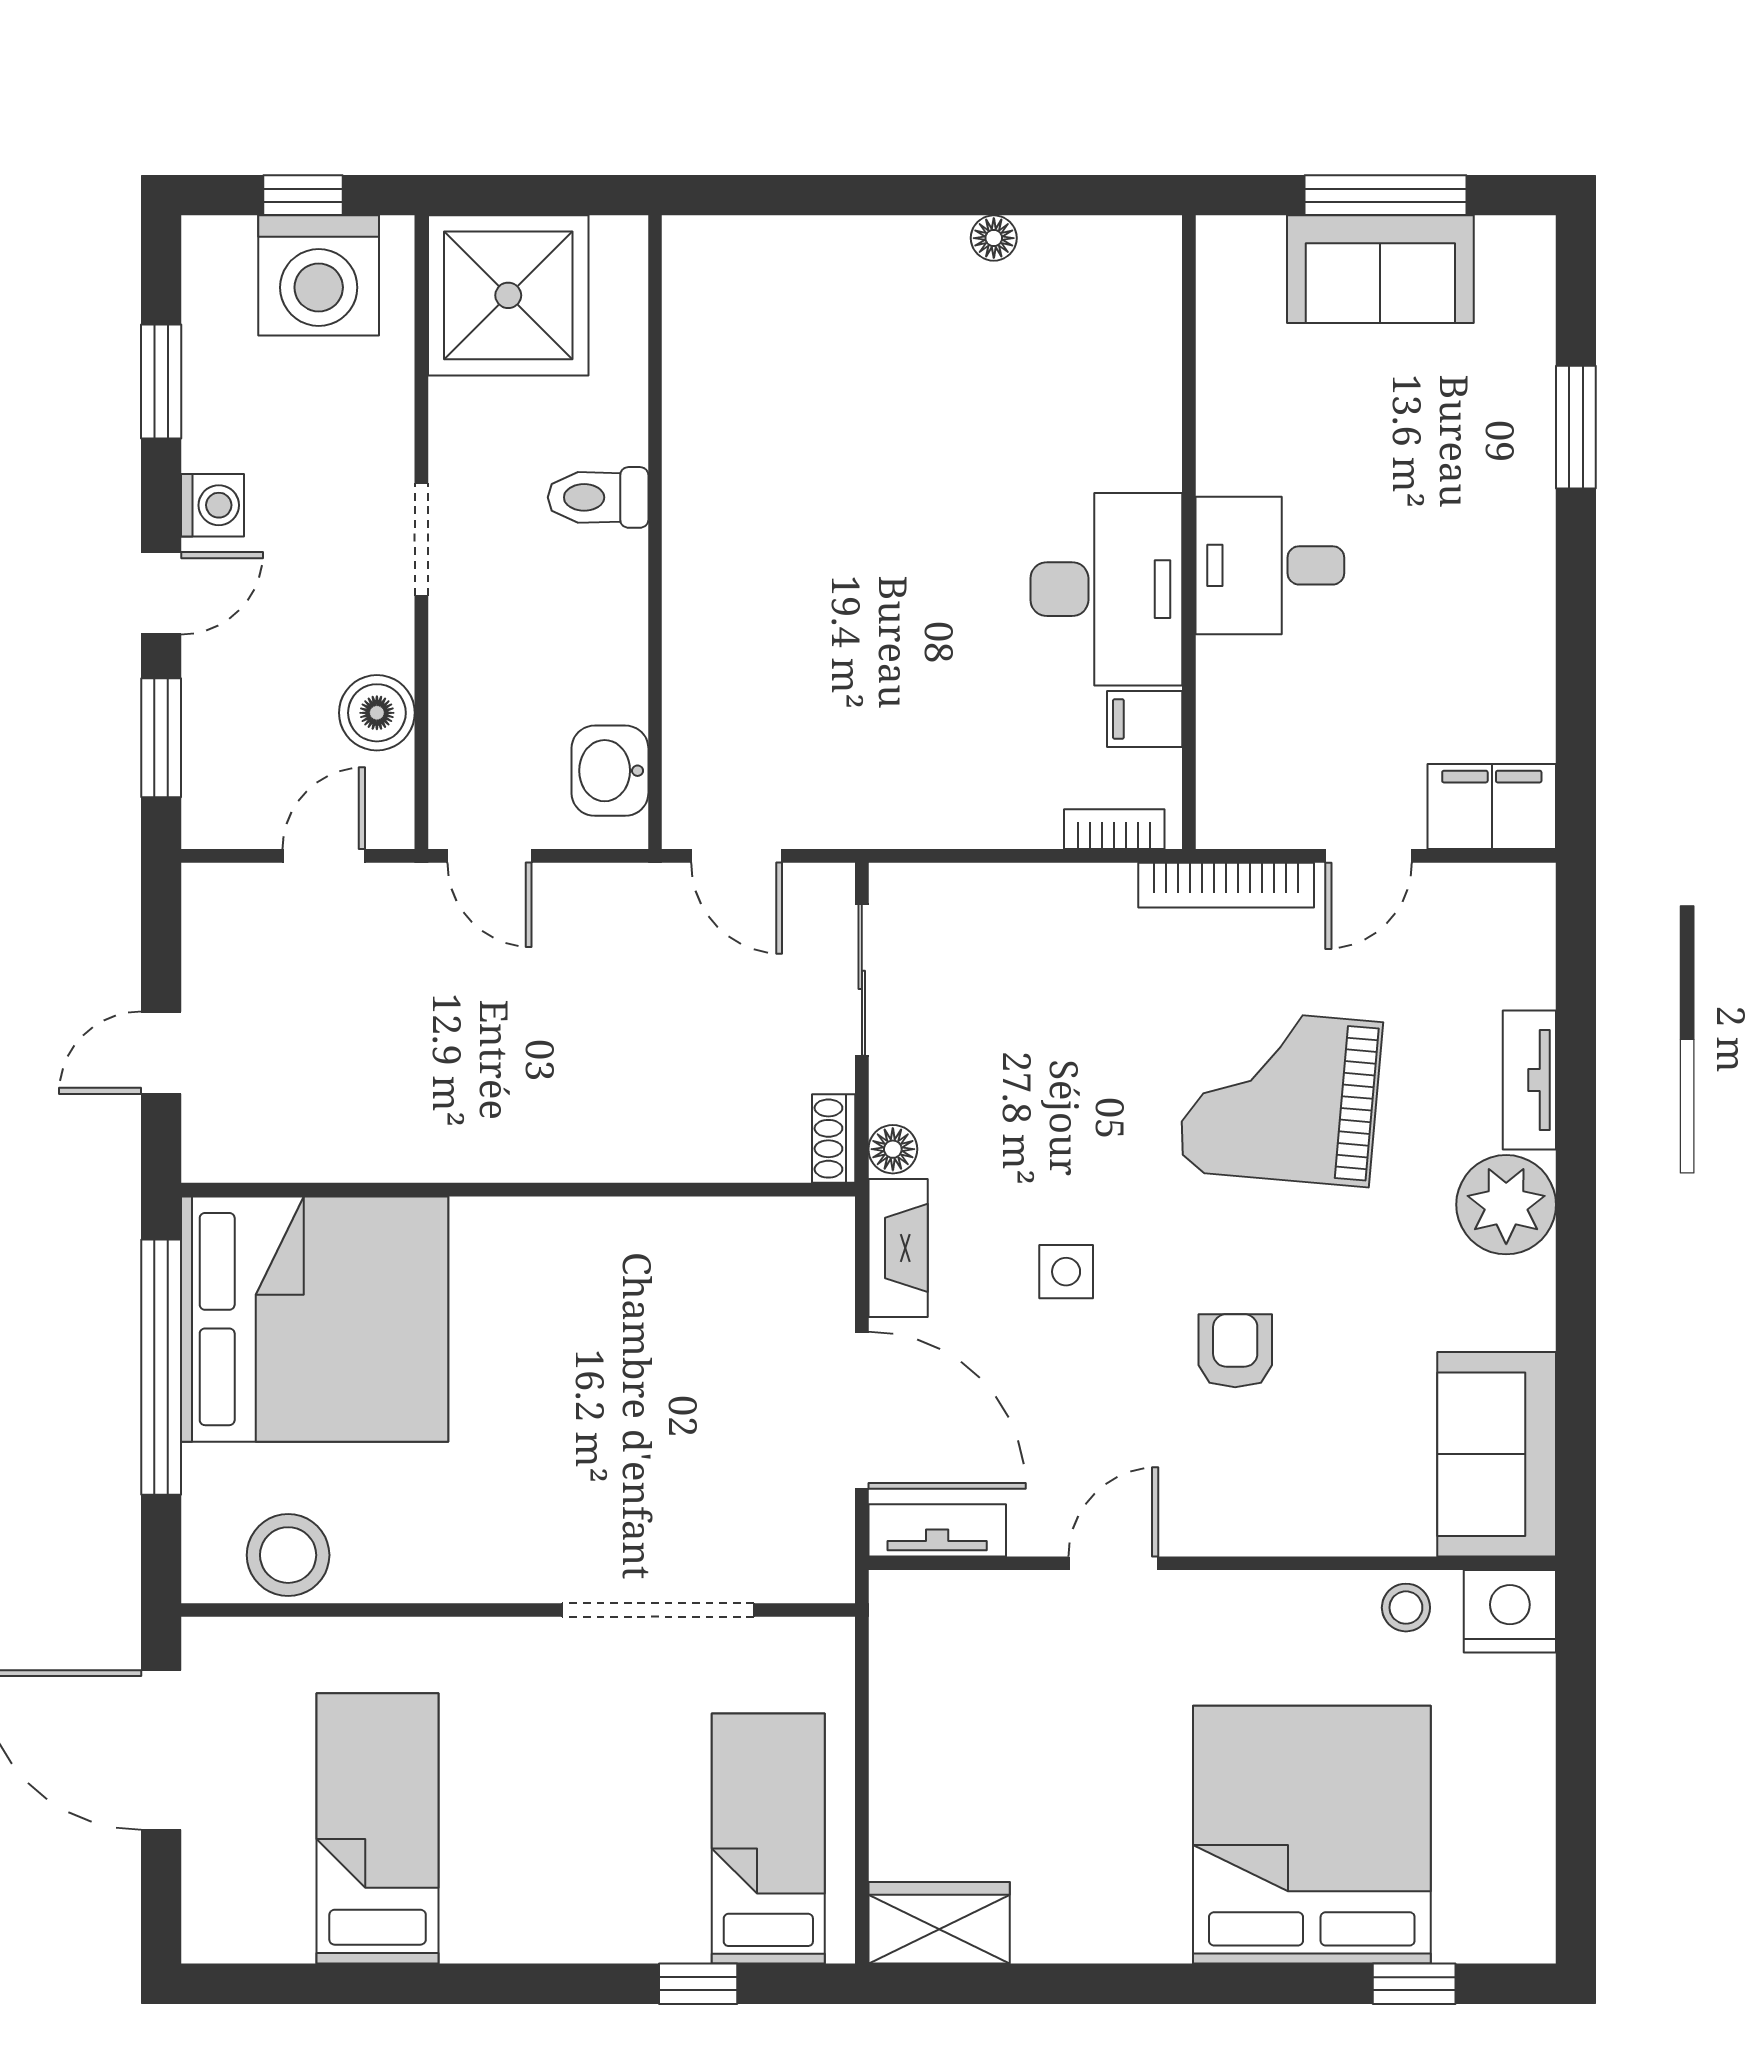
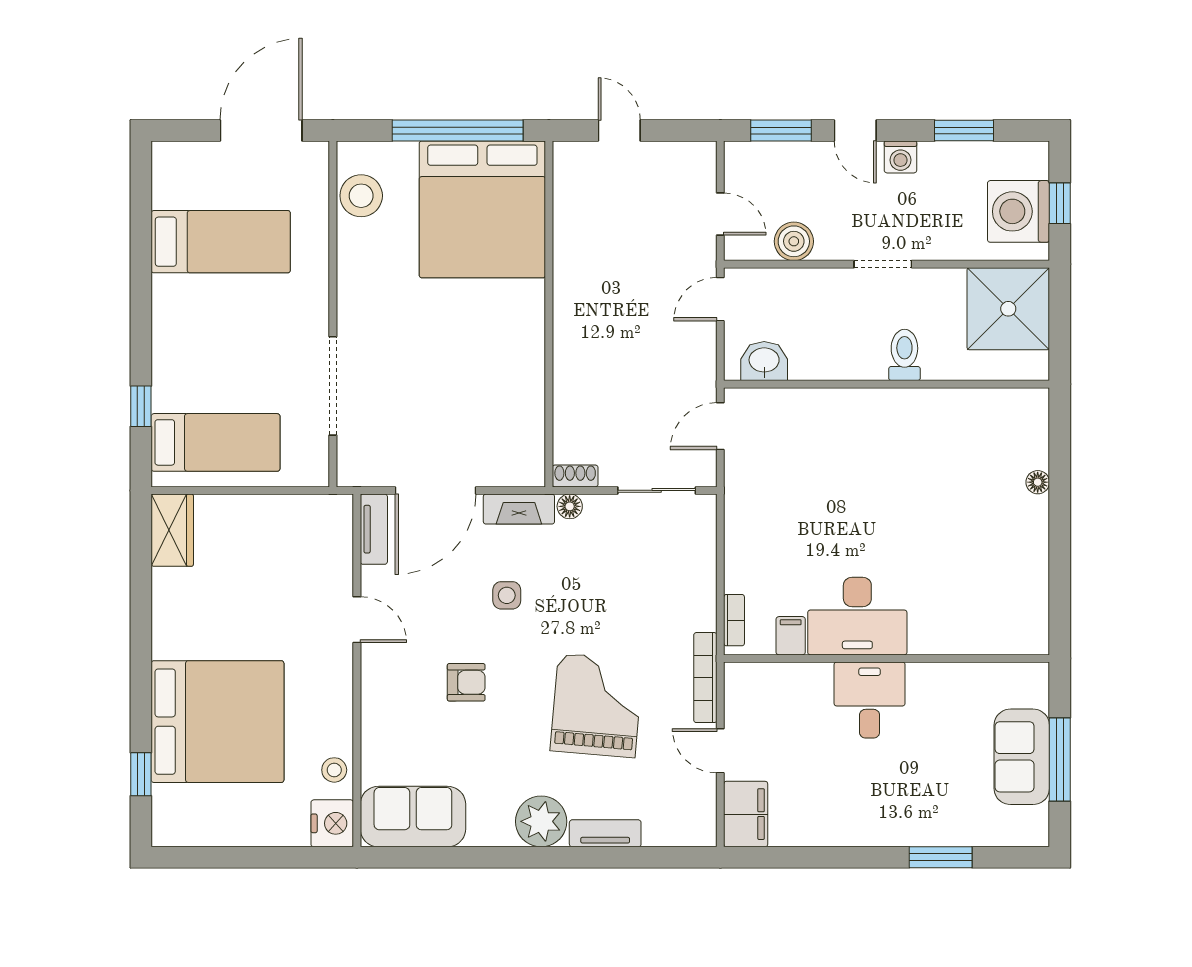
floor lamp: (994, 238) -> (1038, 482), moved

